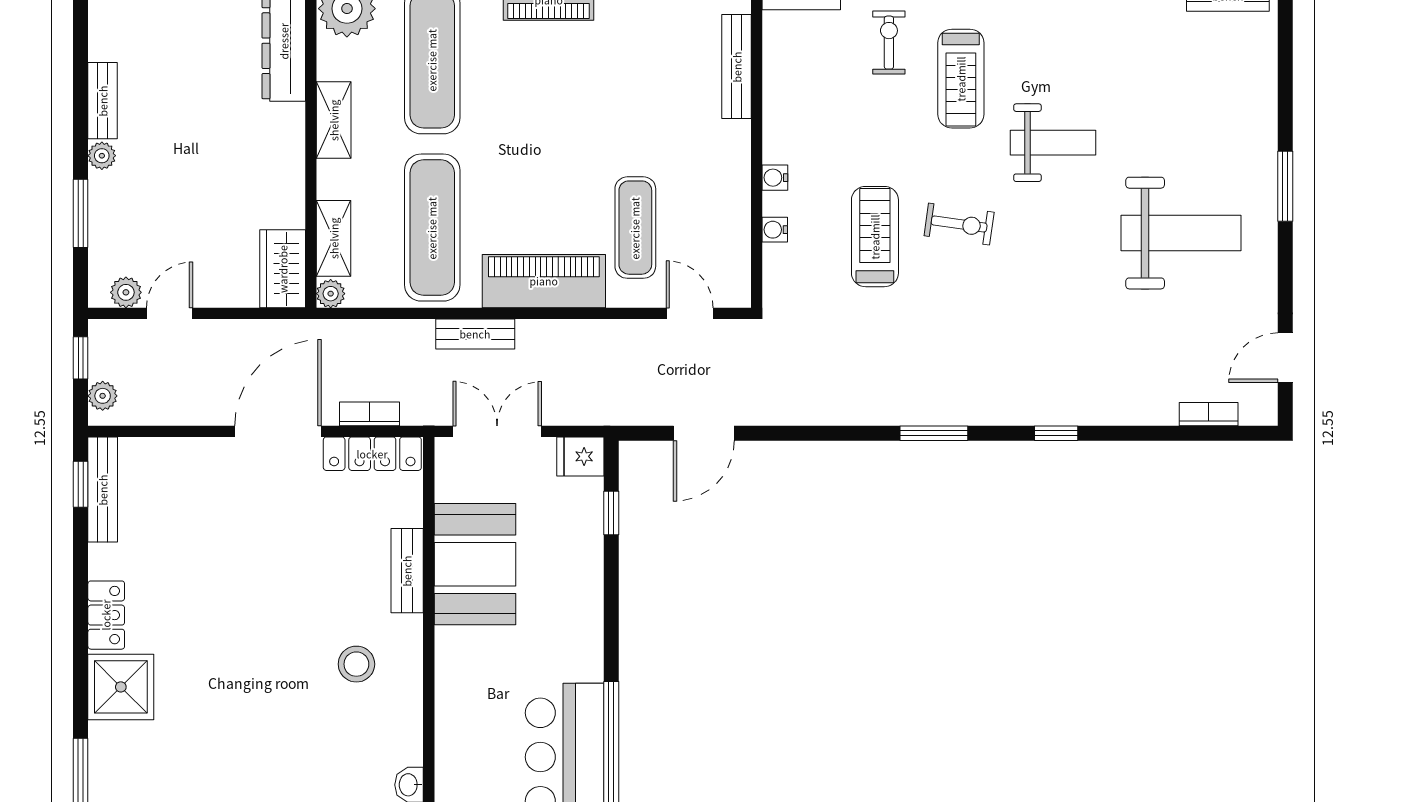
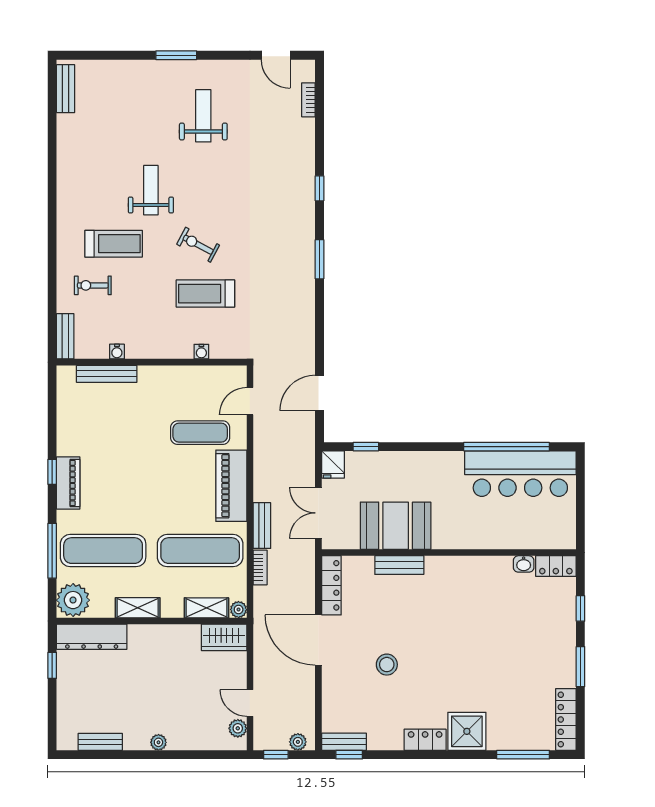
bench: (103, 101) -> (100, 742), moved
water cooler: (775, 178) -> (117, 352), moved
window: (81, 213) -> (192, 755), removed
exercise bike: (959, 224) -> (198, 245), turned -70
weight bench: (1181, 233) -> (203, 116), width x0.73, depth x0.75
bookcase: (369, 414) -> (260, 567), moved, turned 180
door: (704, 433) -> (319, 393), swing flipped
bench: (103, 490) -> (344, 742), width x0.73
stool: (356, 664) -> (387, 665), moved

